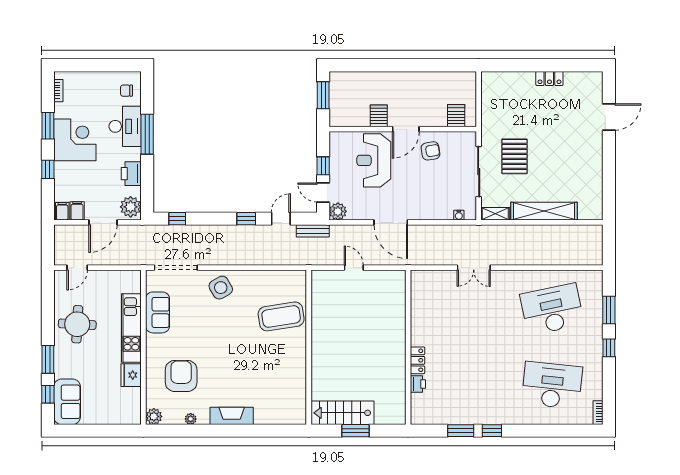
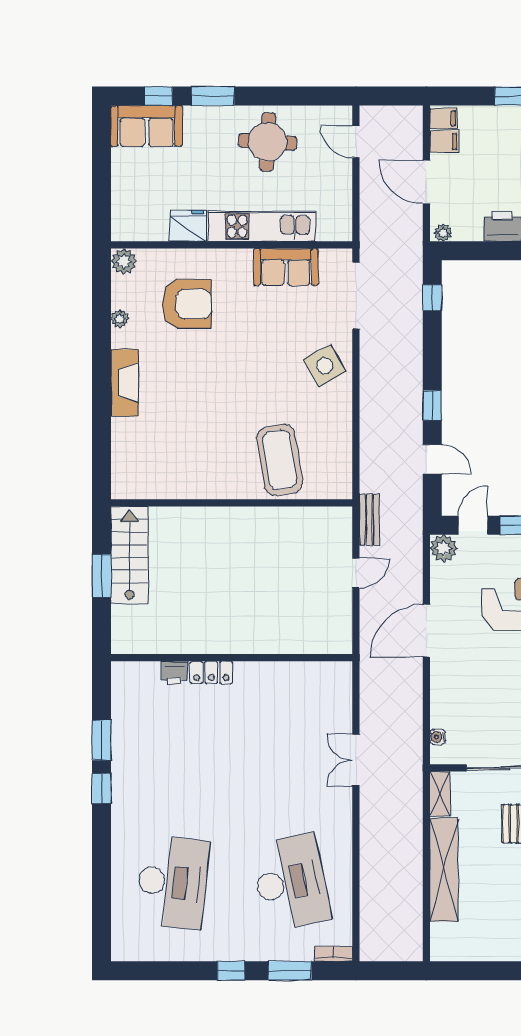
plant: (131, 207) -> (443, 233), width x0.53, depth x0.53
bench: (313, 231) -> (369, 520), moved
bookcase: (598, 413) -> (334, 954), moved

